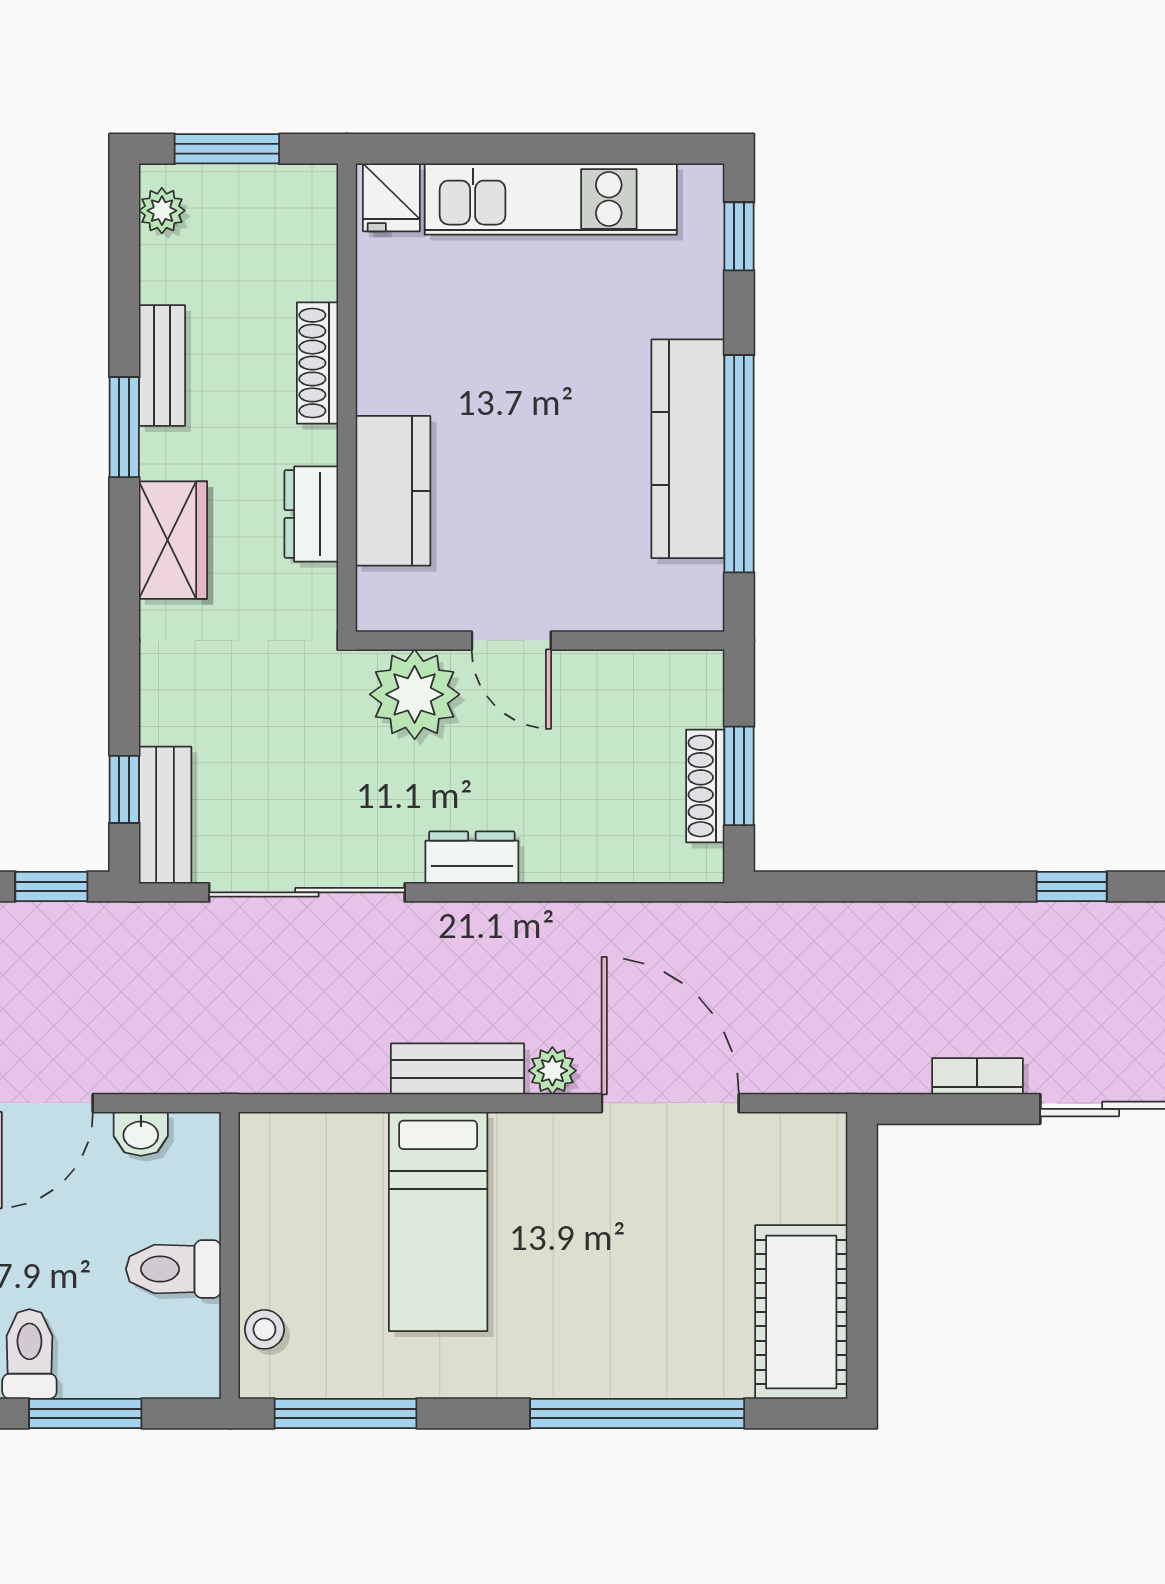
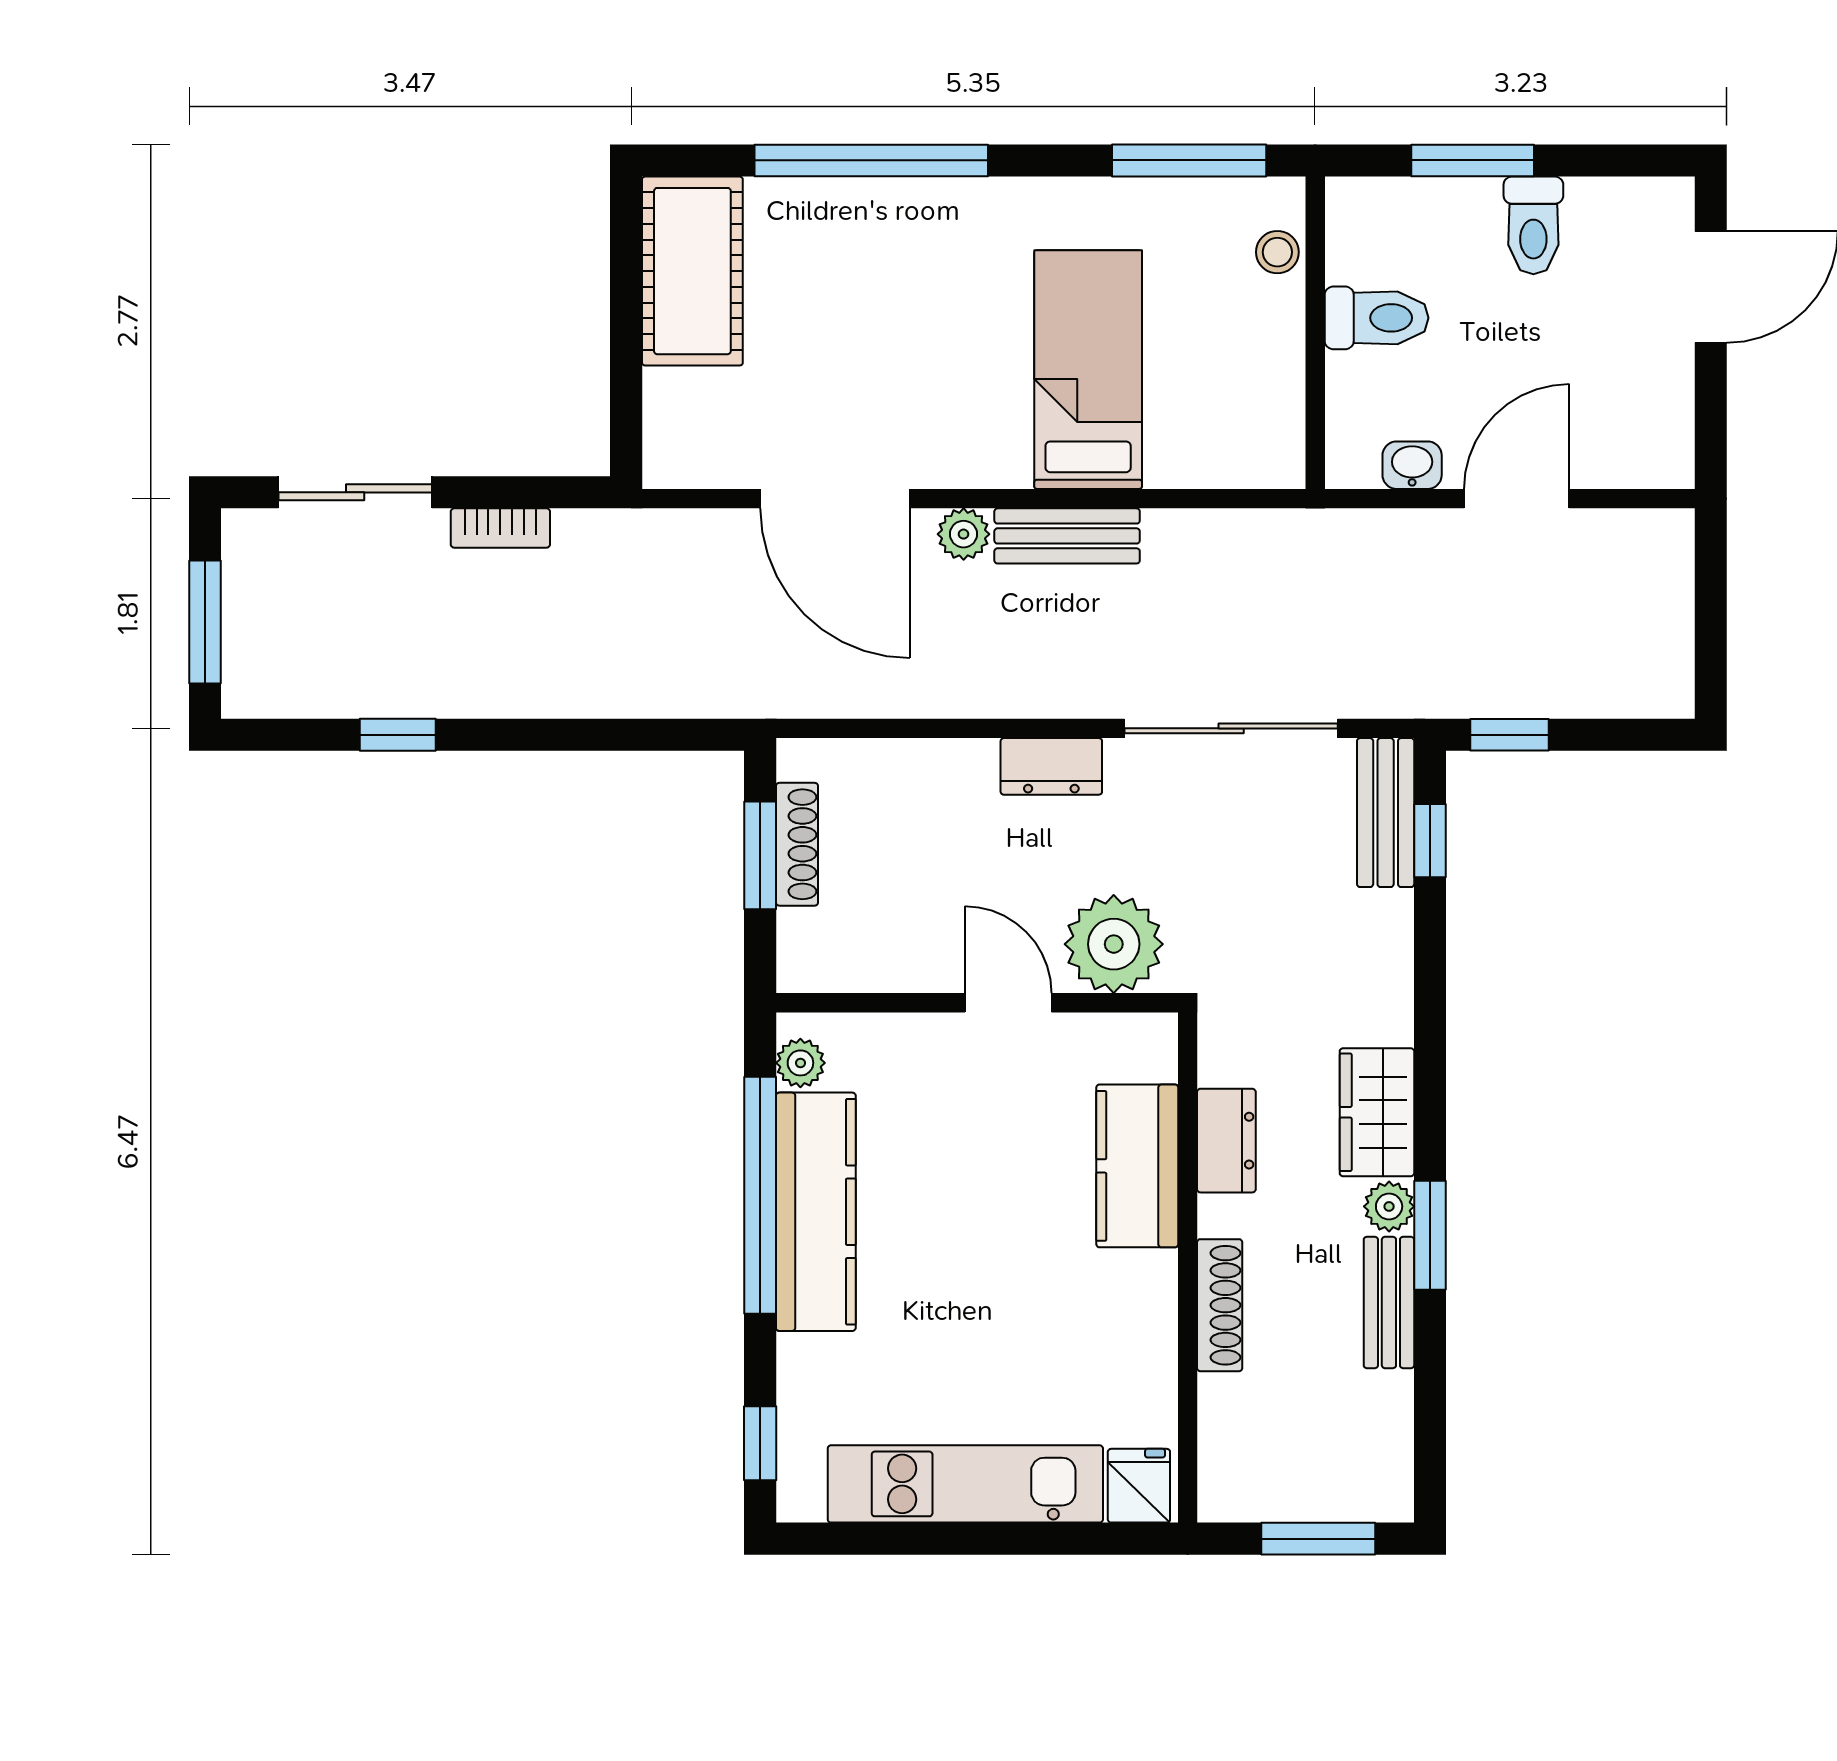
plant: (162, 211) -> (1389, 1206), moved
plant: (702, 585) -> (800, 1063), added

